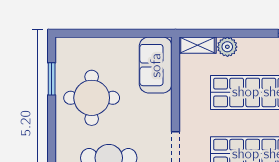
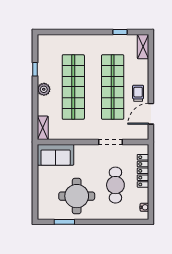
plant: (227, 47) -> (44, 89), moved

